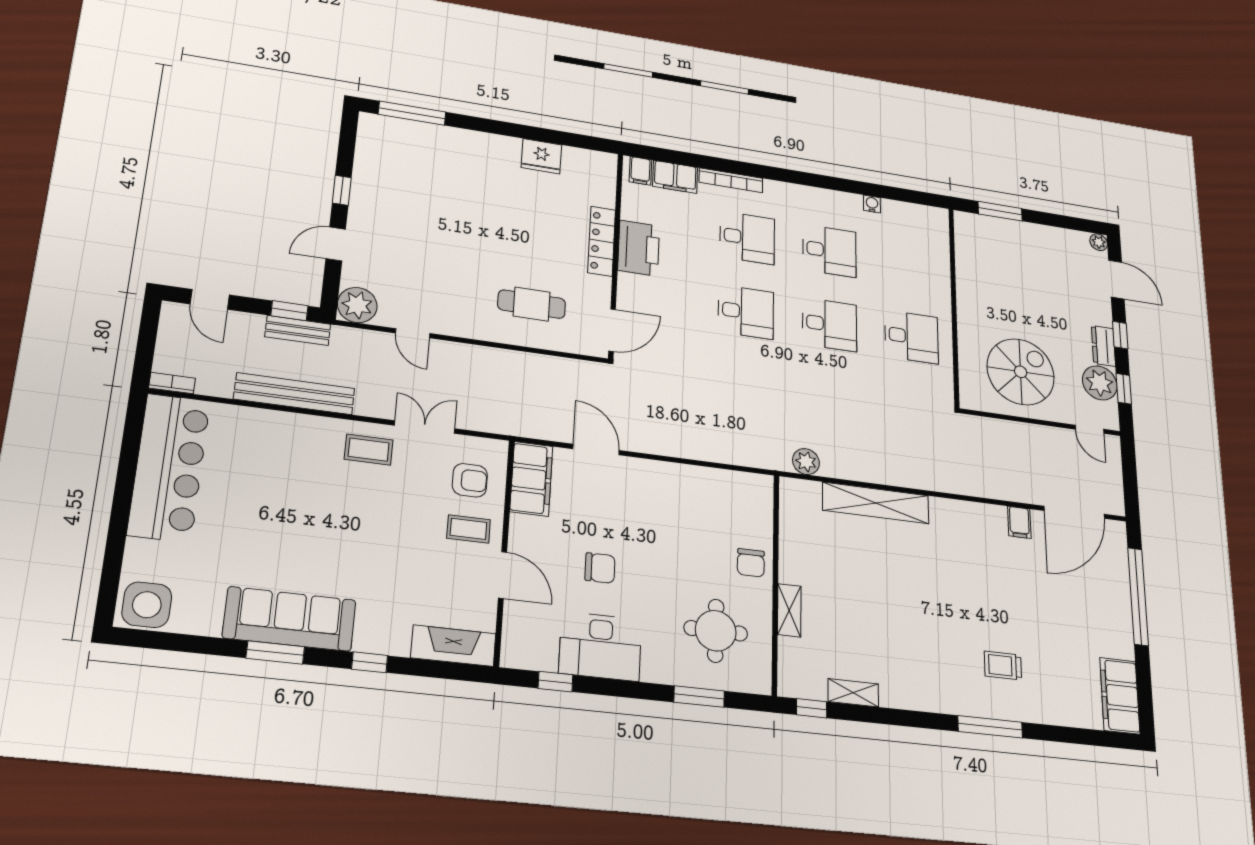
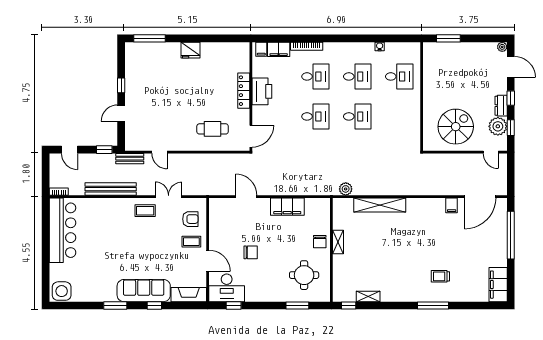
fridge: (541, 156) -> (191, 50), moved
plant: (357, 305) -> (134, 142), removed
bench: (298, 330) -> (130, 159), moved
desk: (912, 337) -> (399, 76), moved
filing cabinet: (531, 479) -> (287, 207), moved, turned 90
shelving: (789, 610) -> (338, 242), moved
sofa: (290, 619) -> (144, 291), moved
desk: (600, 646) -> (227, 288), moved

